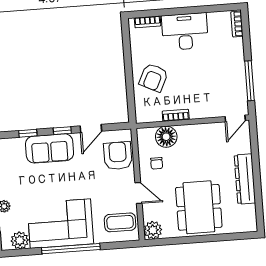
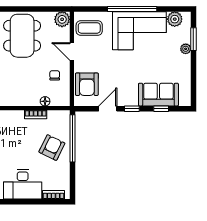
window: (130, 90) -> (72, 138), added
floor lamp: (166, 137) -> (45, 101), width x0.53, depth x0.53
sofa: (50, 148) -> (158, 95), moved

